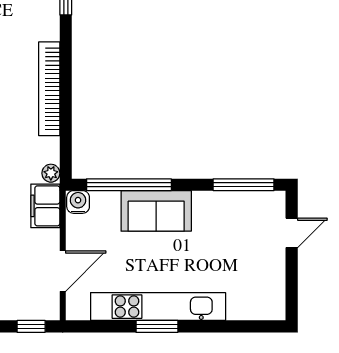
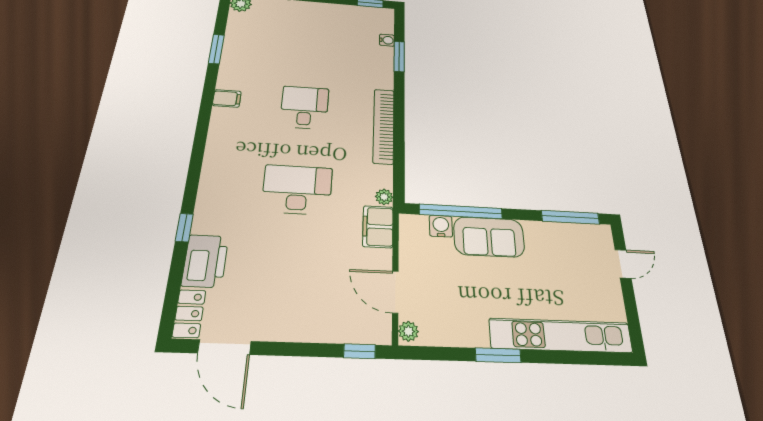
water cooler: (78, 202) -> (441, 226), moved
door: (63, 271) -> (395, 292), swing flipped
plant: (75, 307) -> (408, 331), added
kitchen unit: (158, 307) -> (561, 335), moved

